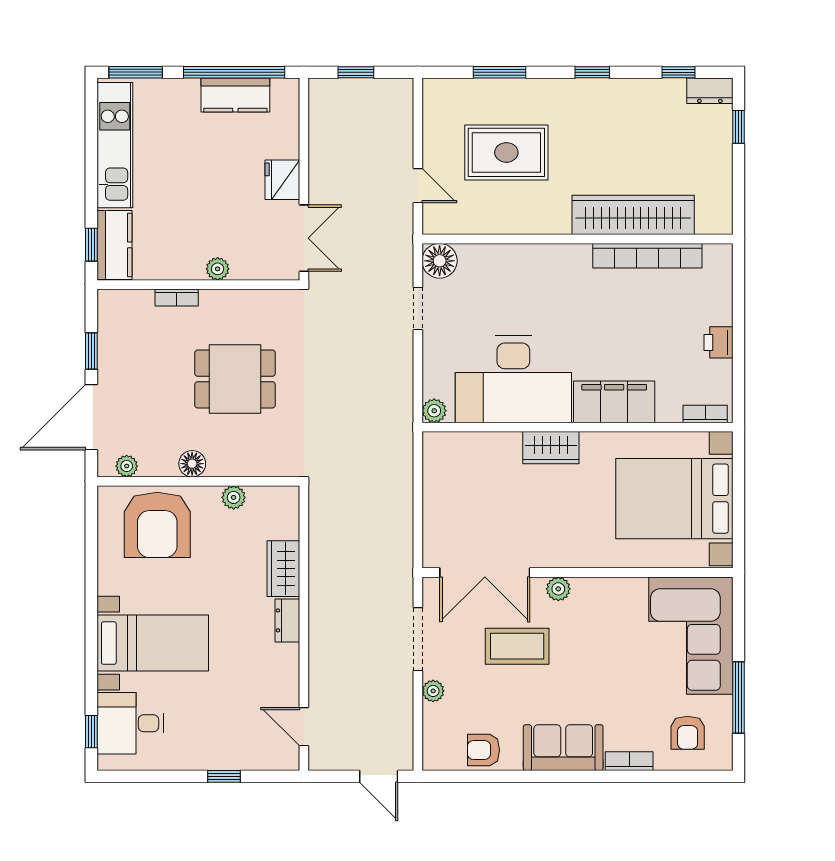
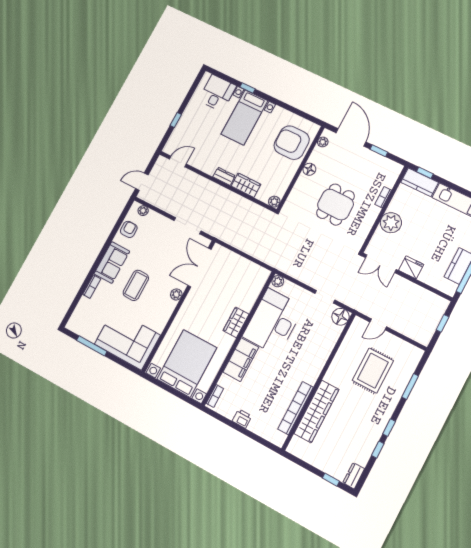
window: (678, 72) -> (378, 450), moved
plant: (218, 269) -> (391, 223), width x1.88, depth x1.88
plant: (234, 497) -> (274, 202), moved
coffee table: (517, 646) -> (136, 285), moved
plant: (433, 691) -> (143, 211), moved
window: (91, 732) -> (248, 88), moved
armchair: (688, 733) -> (89, 317), removed

